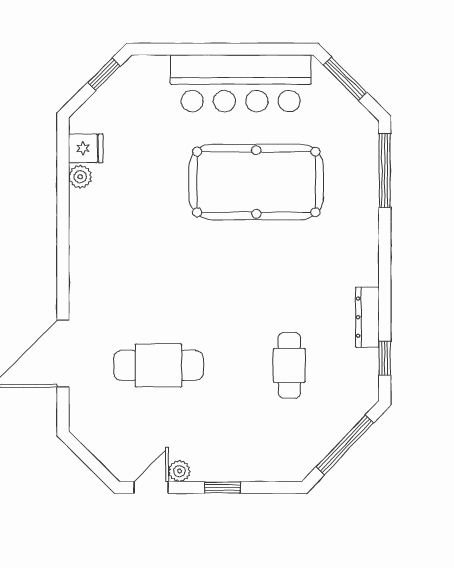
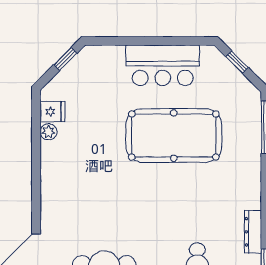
window: (345, 79) -> (237, 62), width x0.67
bar counter: (241, 83) -> (163, 65), width x0.73

